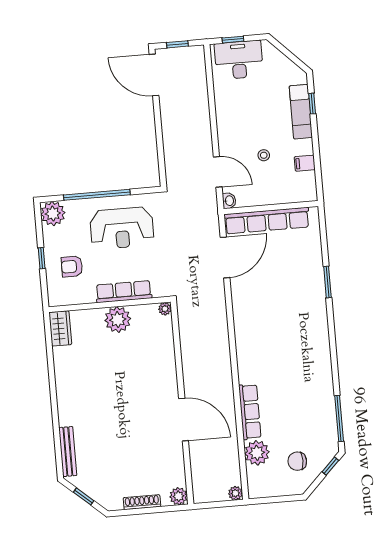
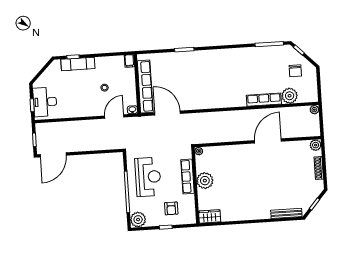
filing cabinet: (305, 163) -> (129, 61), moved

